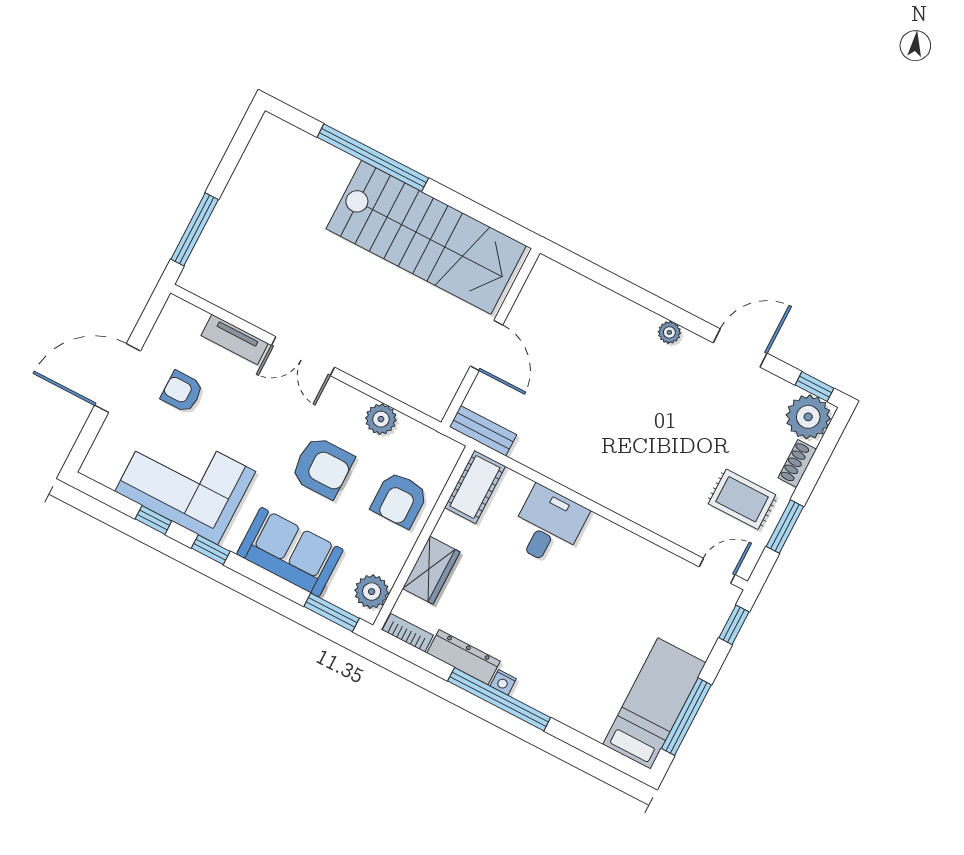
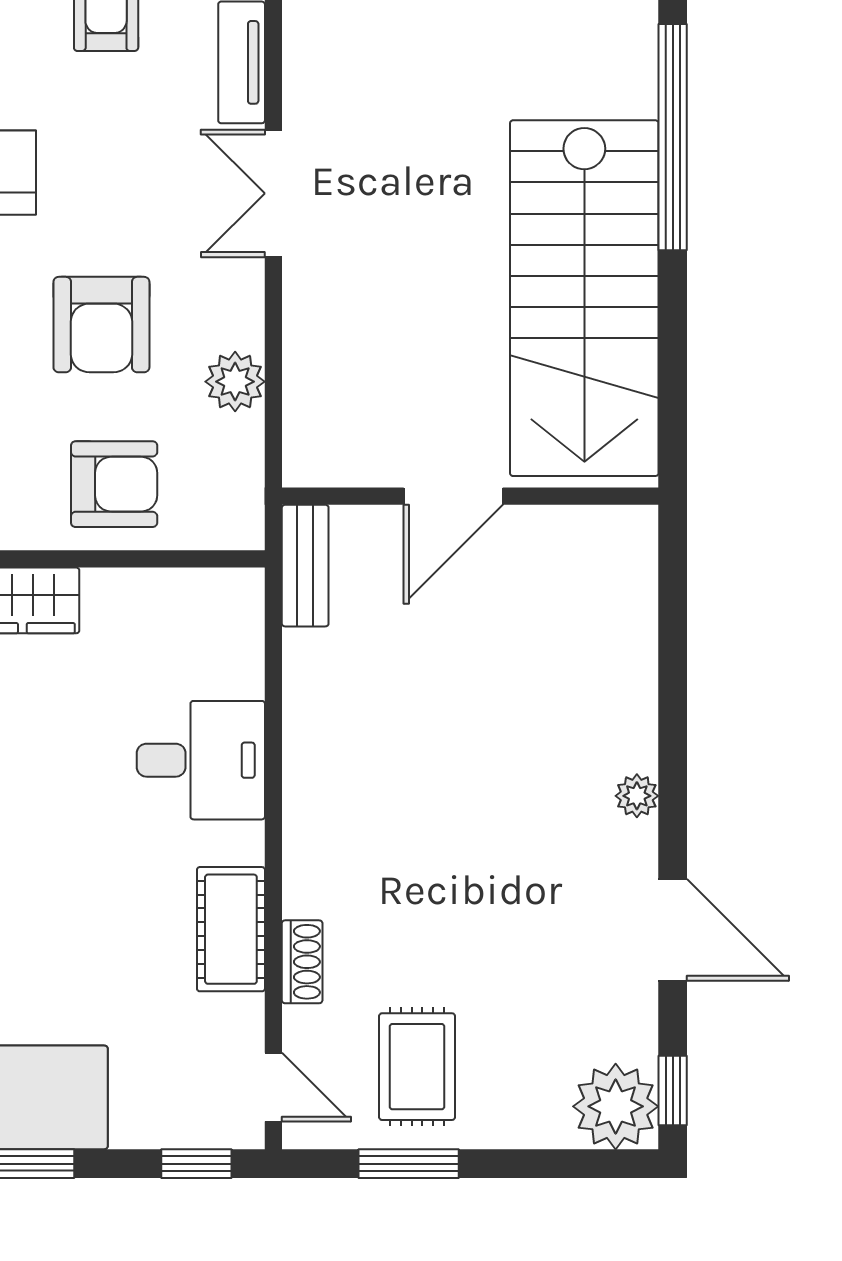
shoe rack: (797, 463) -> (302, 962), moved, turned 90
cot: (475, 487) -> (231, 929), moved, turned 90
armchair: (399, 500) -> (114, 484), turned 180

